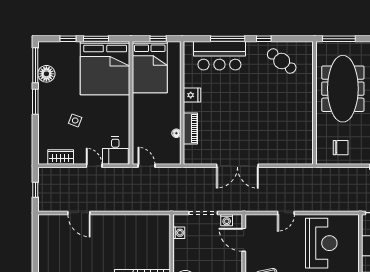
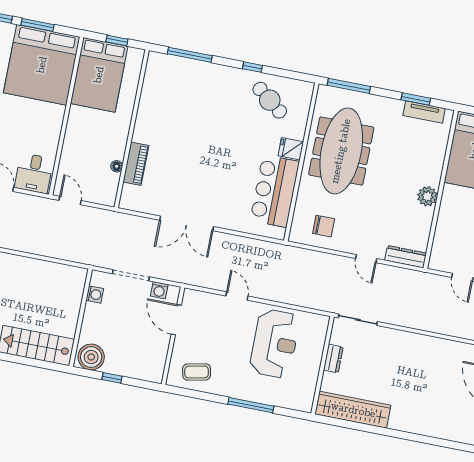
window: (228, 39) -> (190, 55), moved
bar counter: (219, 56) -> (275, 191), moved, turned 90
fridge: (192, 95) -> (291, 149), moved, turned 180
door: (286, 213) -> (237, 296), swing flipped

